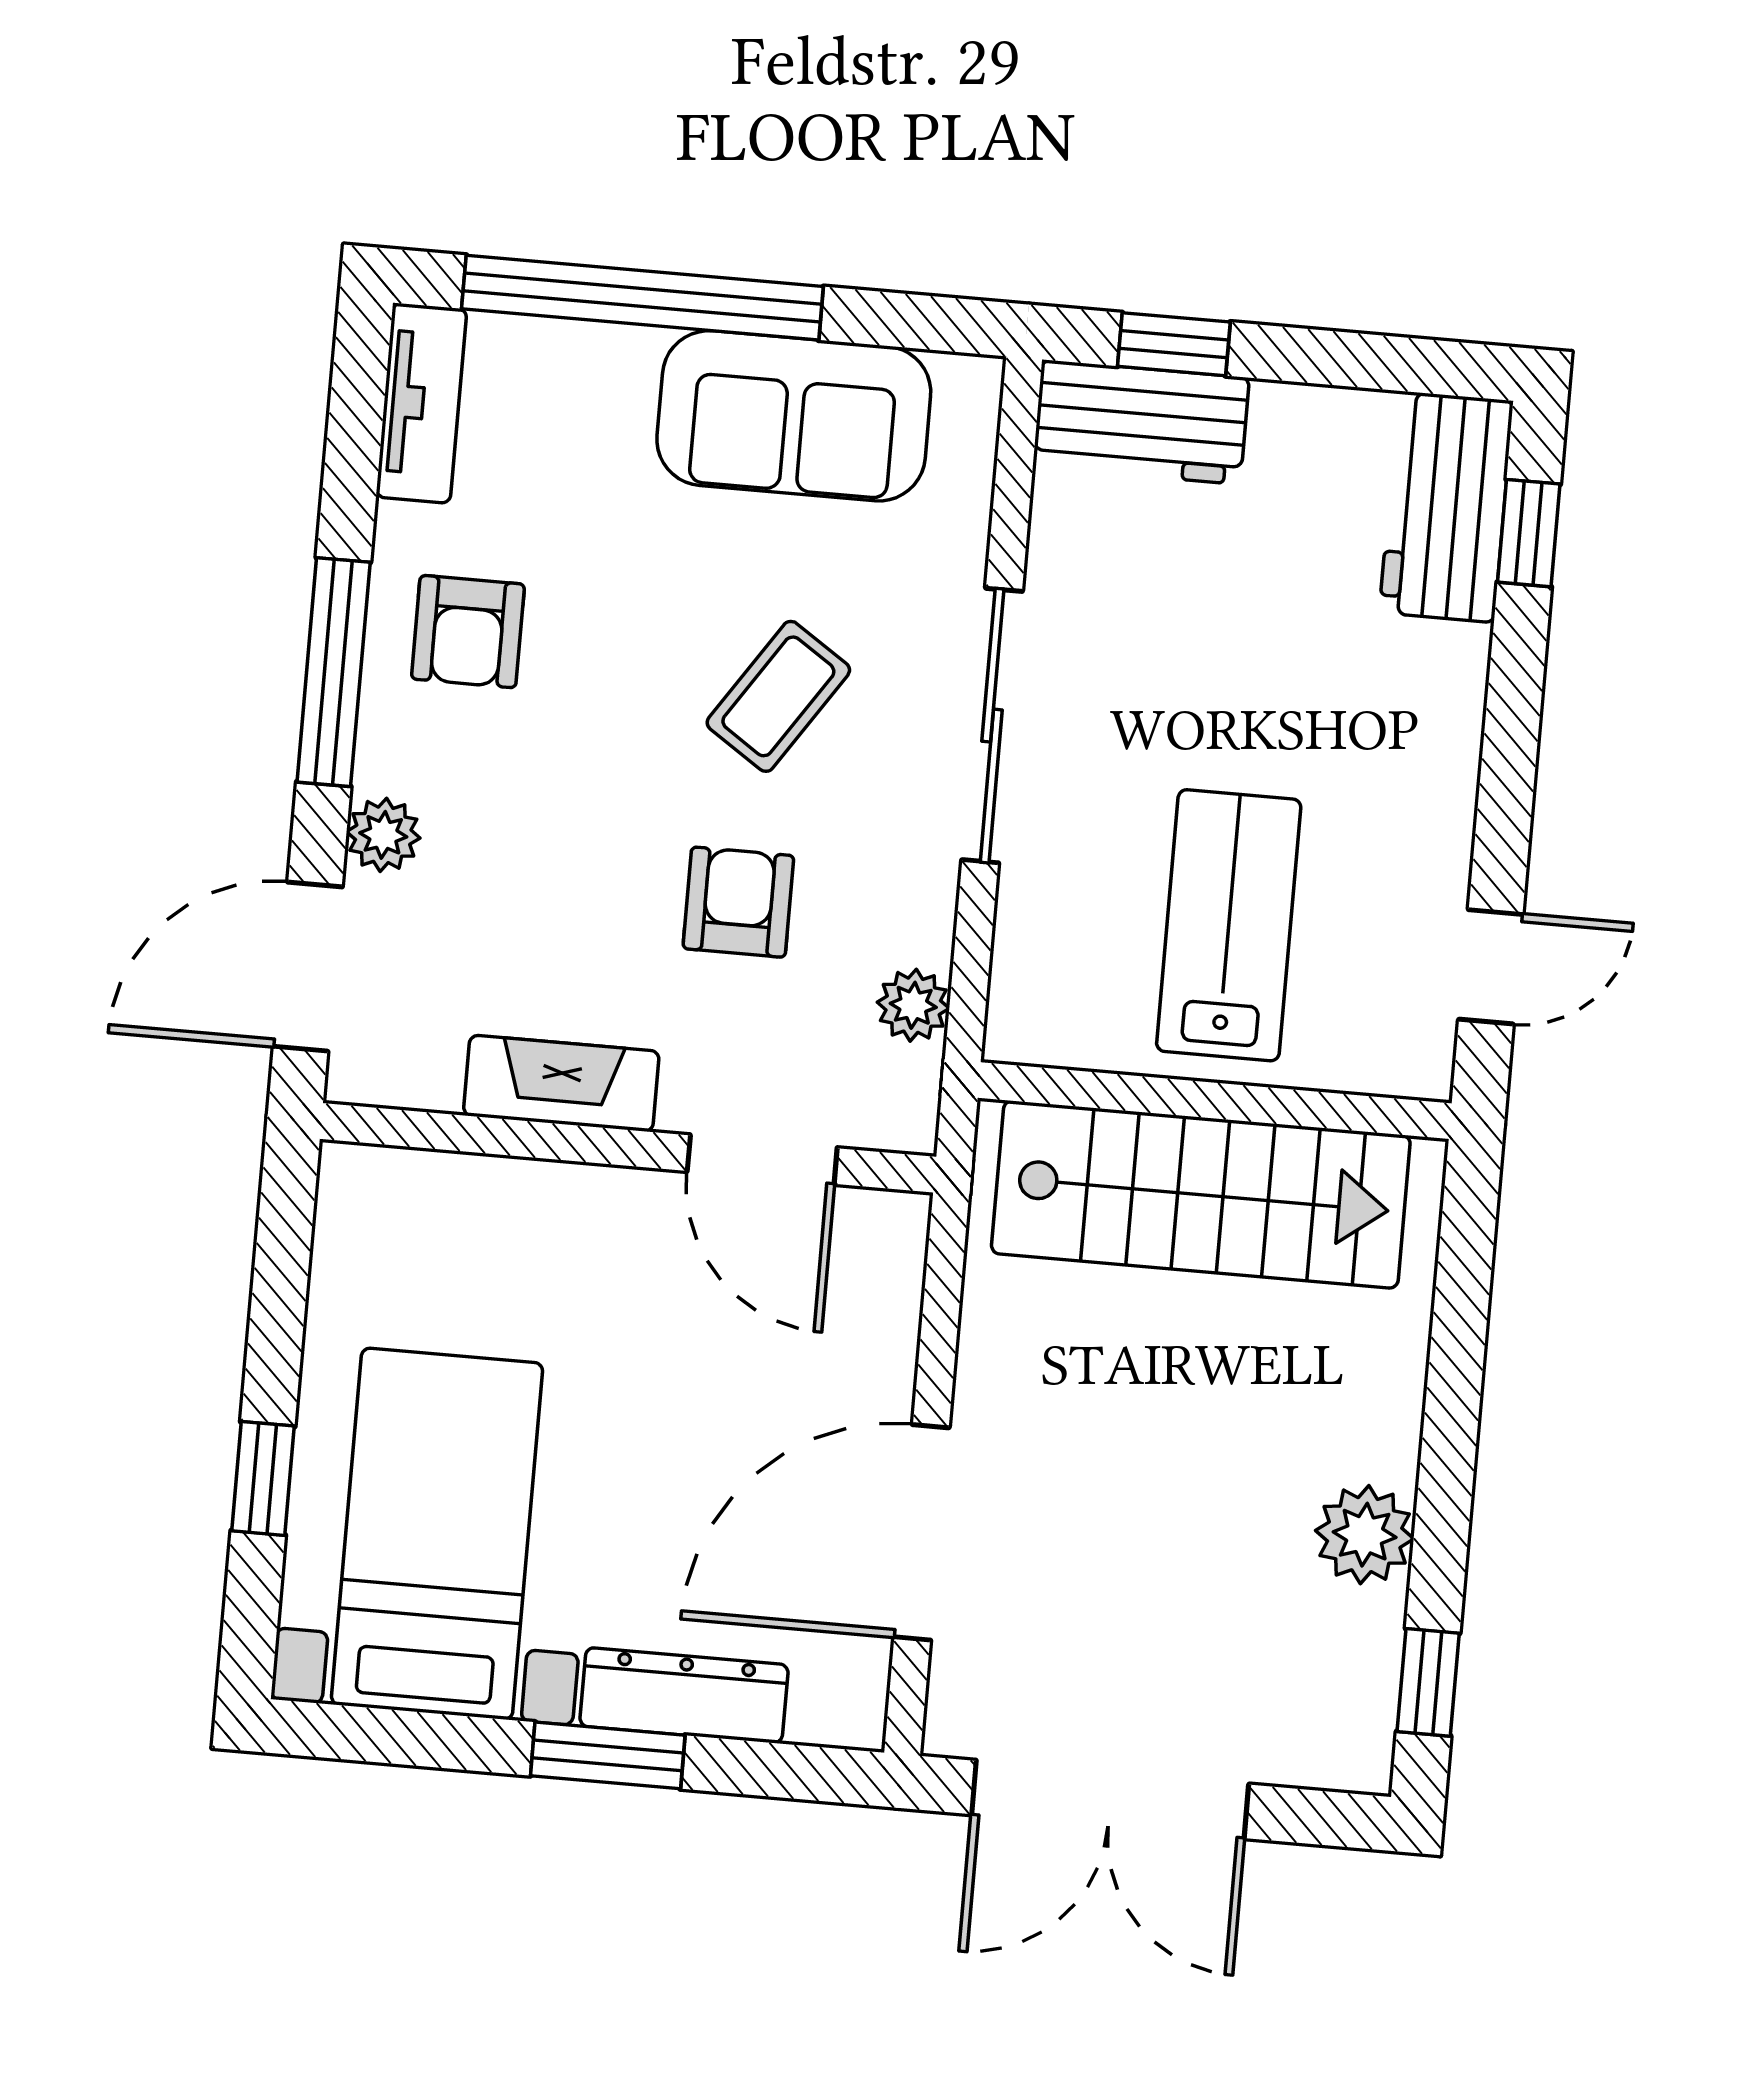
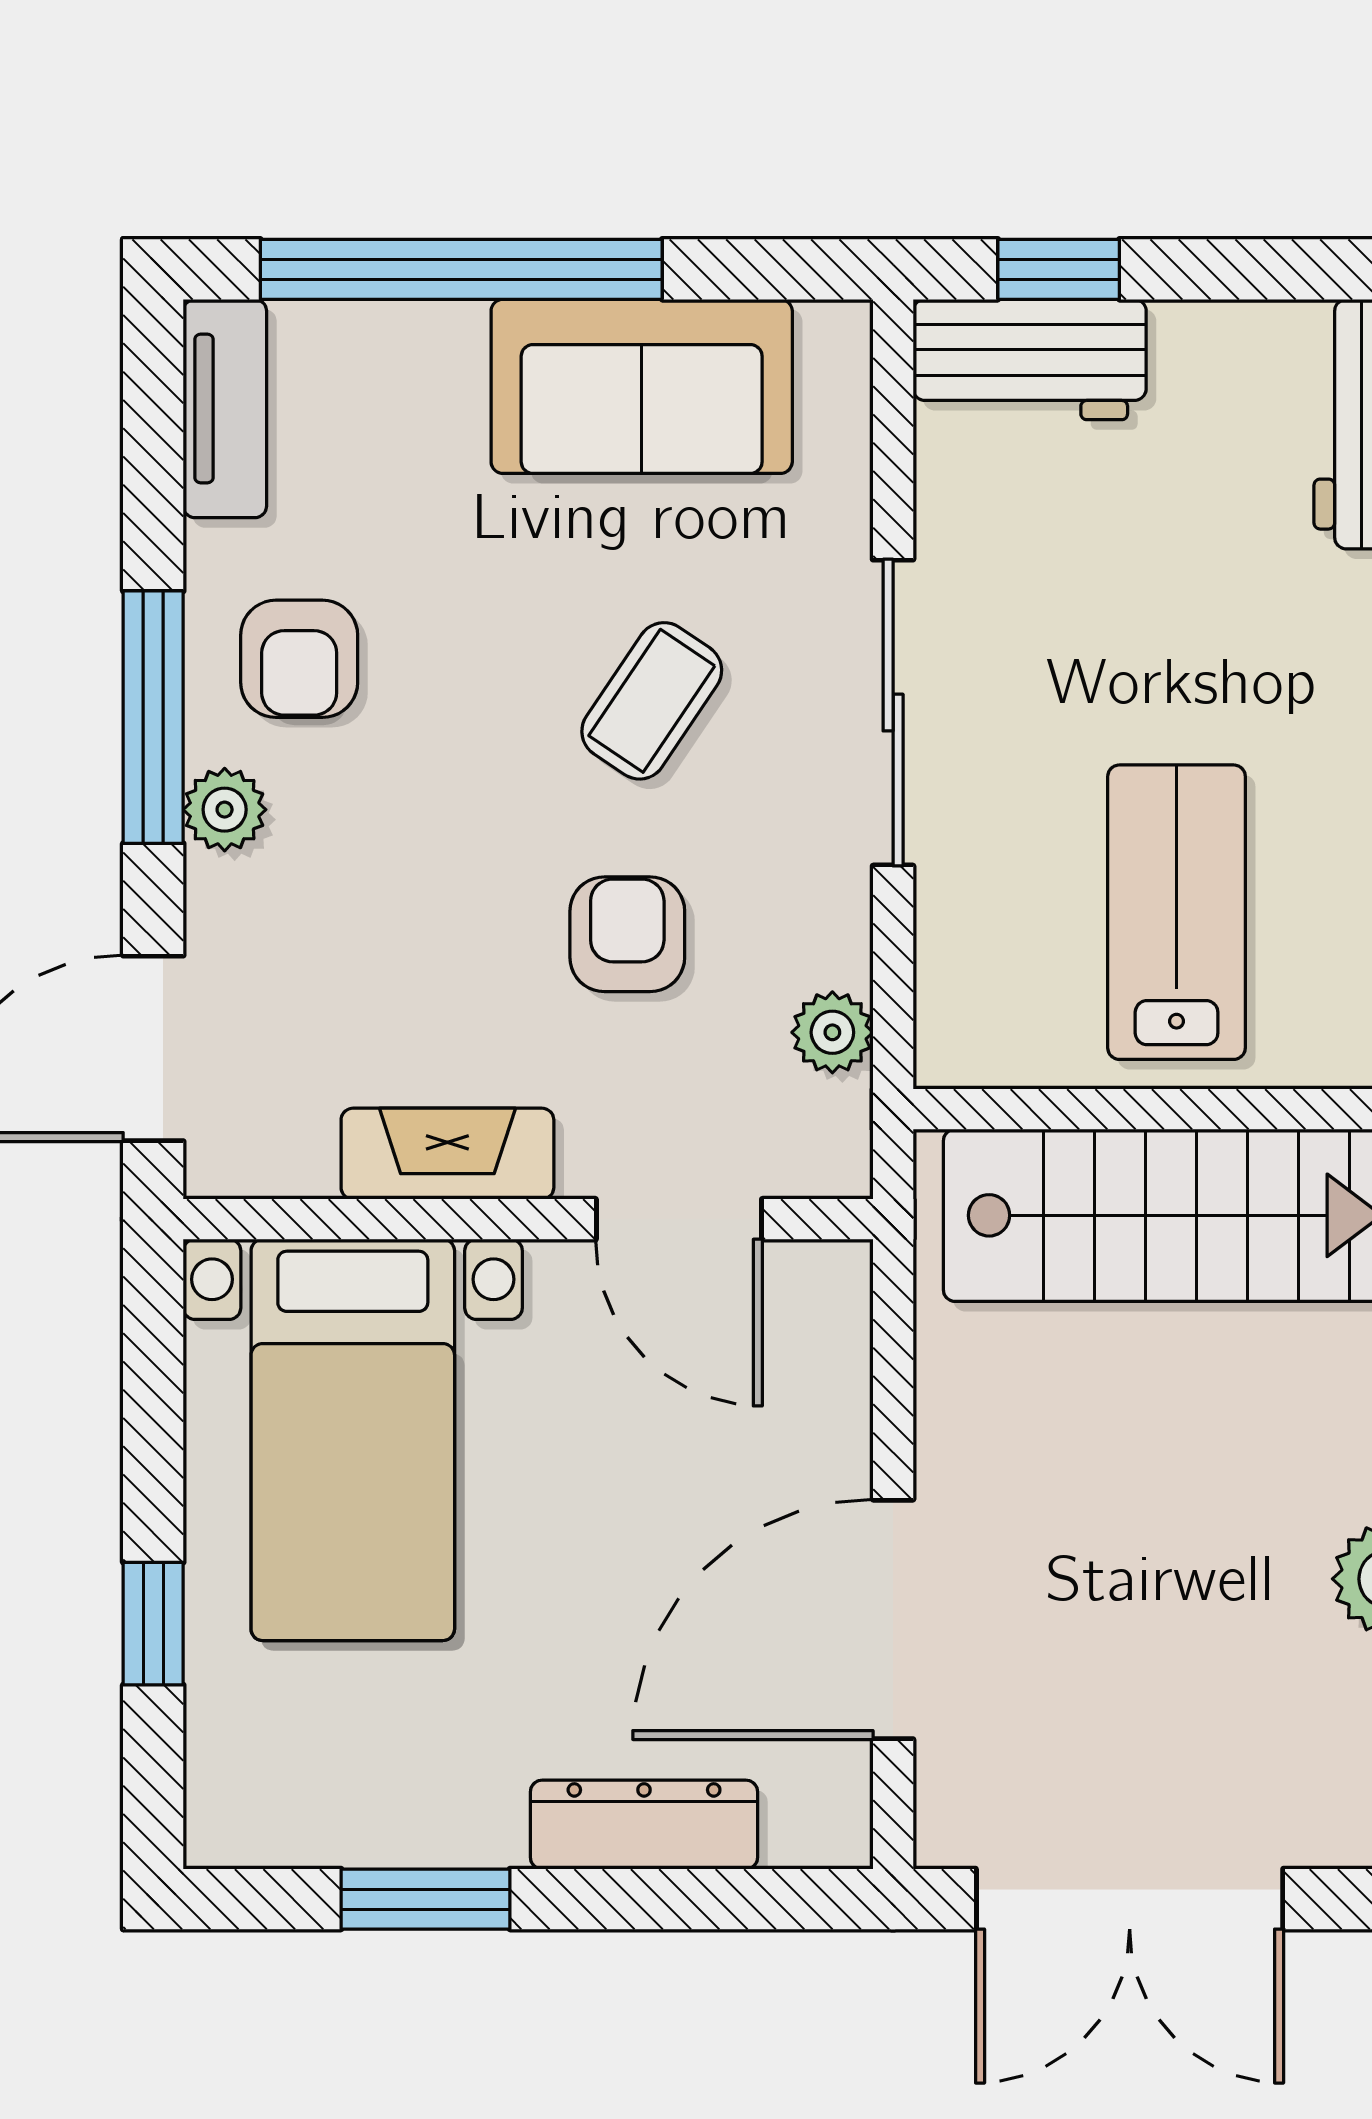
plant: (383, 835) -> (225, 810), moved
bed with nightstands: (437, 1534) -> (353, 1440), moved, turned 180
window: (608, 1755) -> (425, 1899), moved

